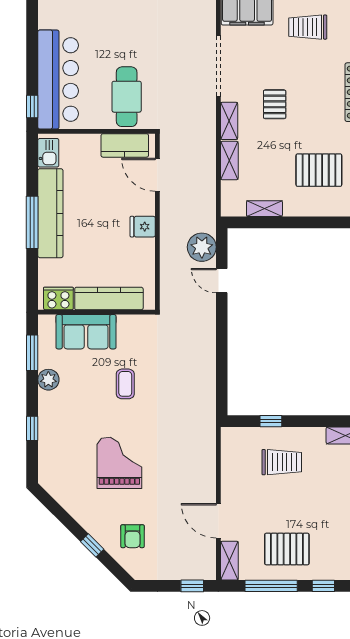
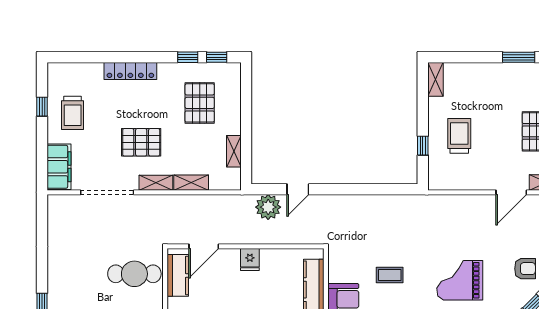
pallet: (275, 104) -> (141, 142), width x1.50, depth x1.42

